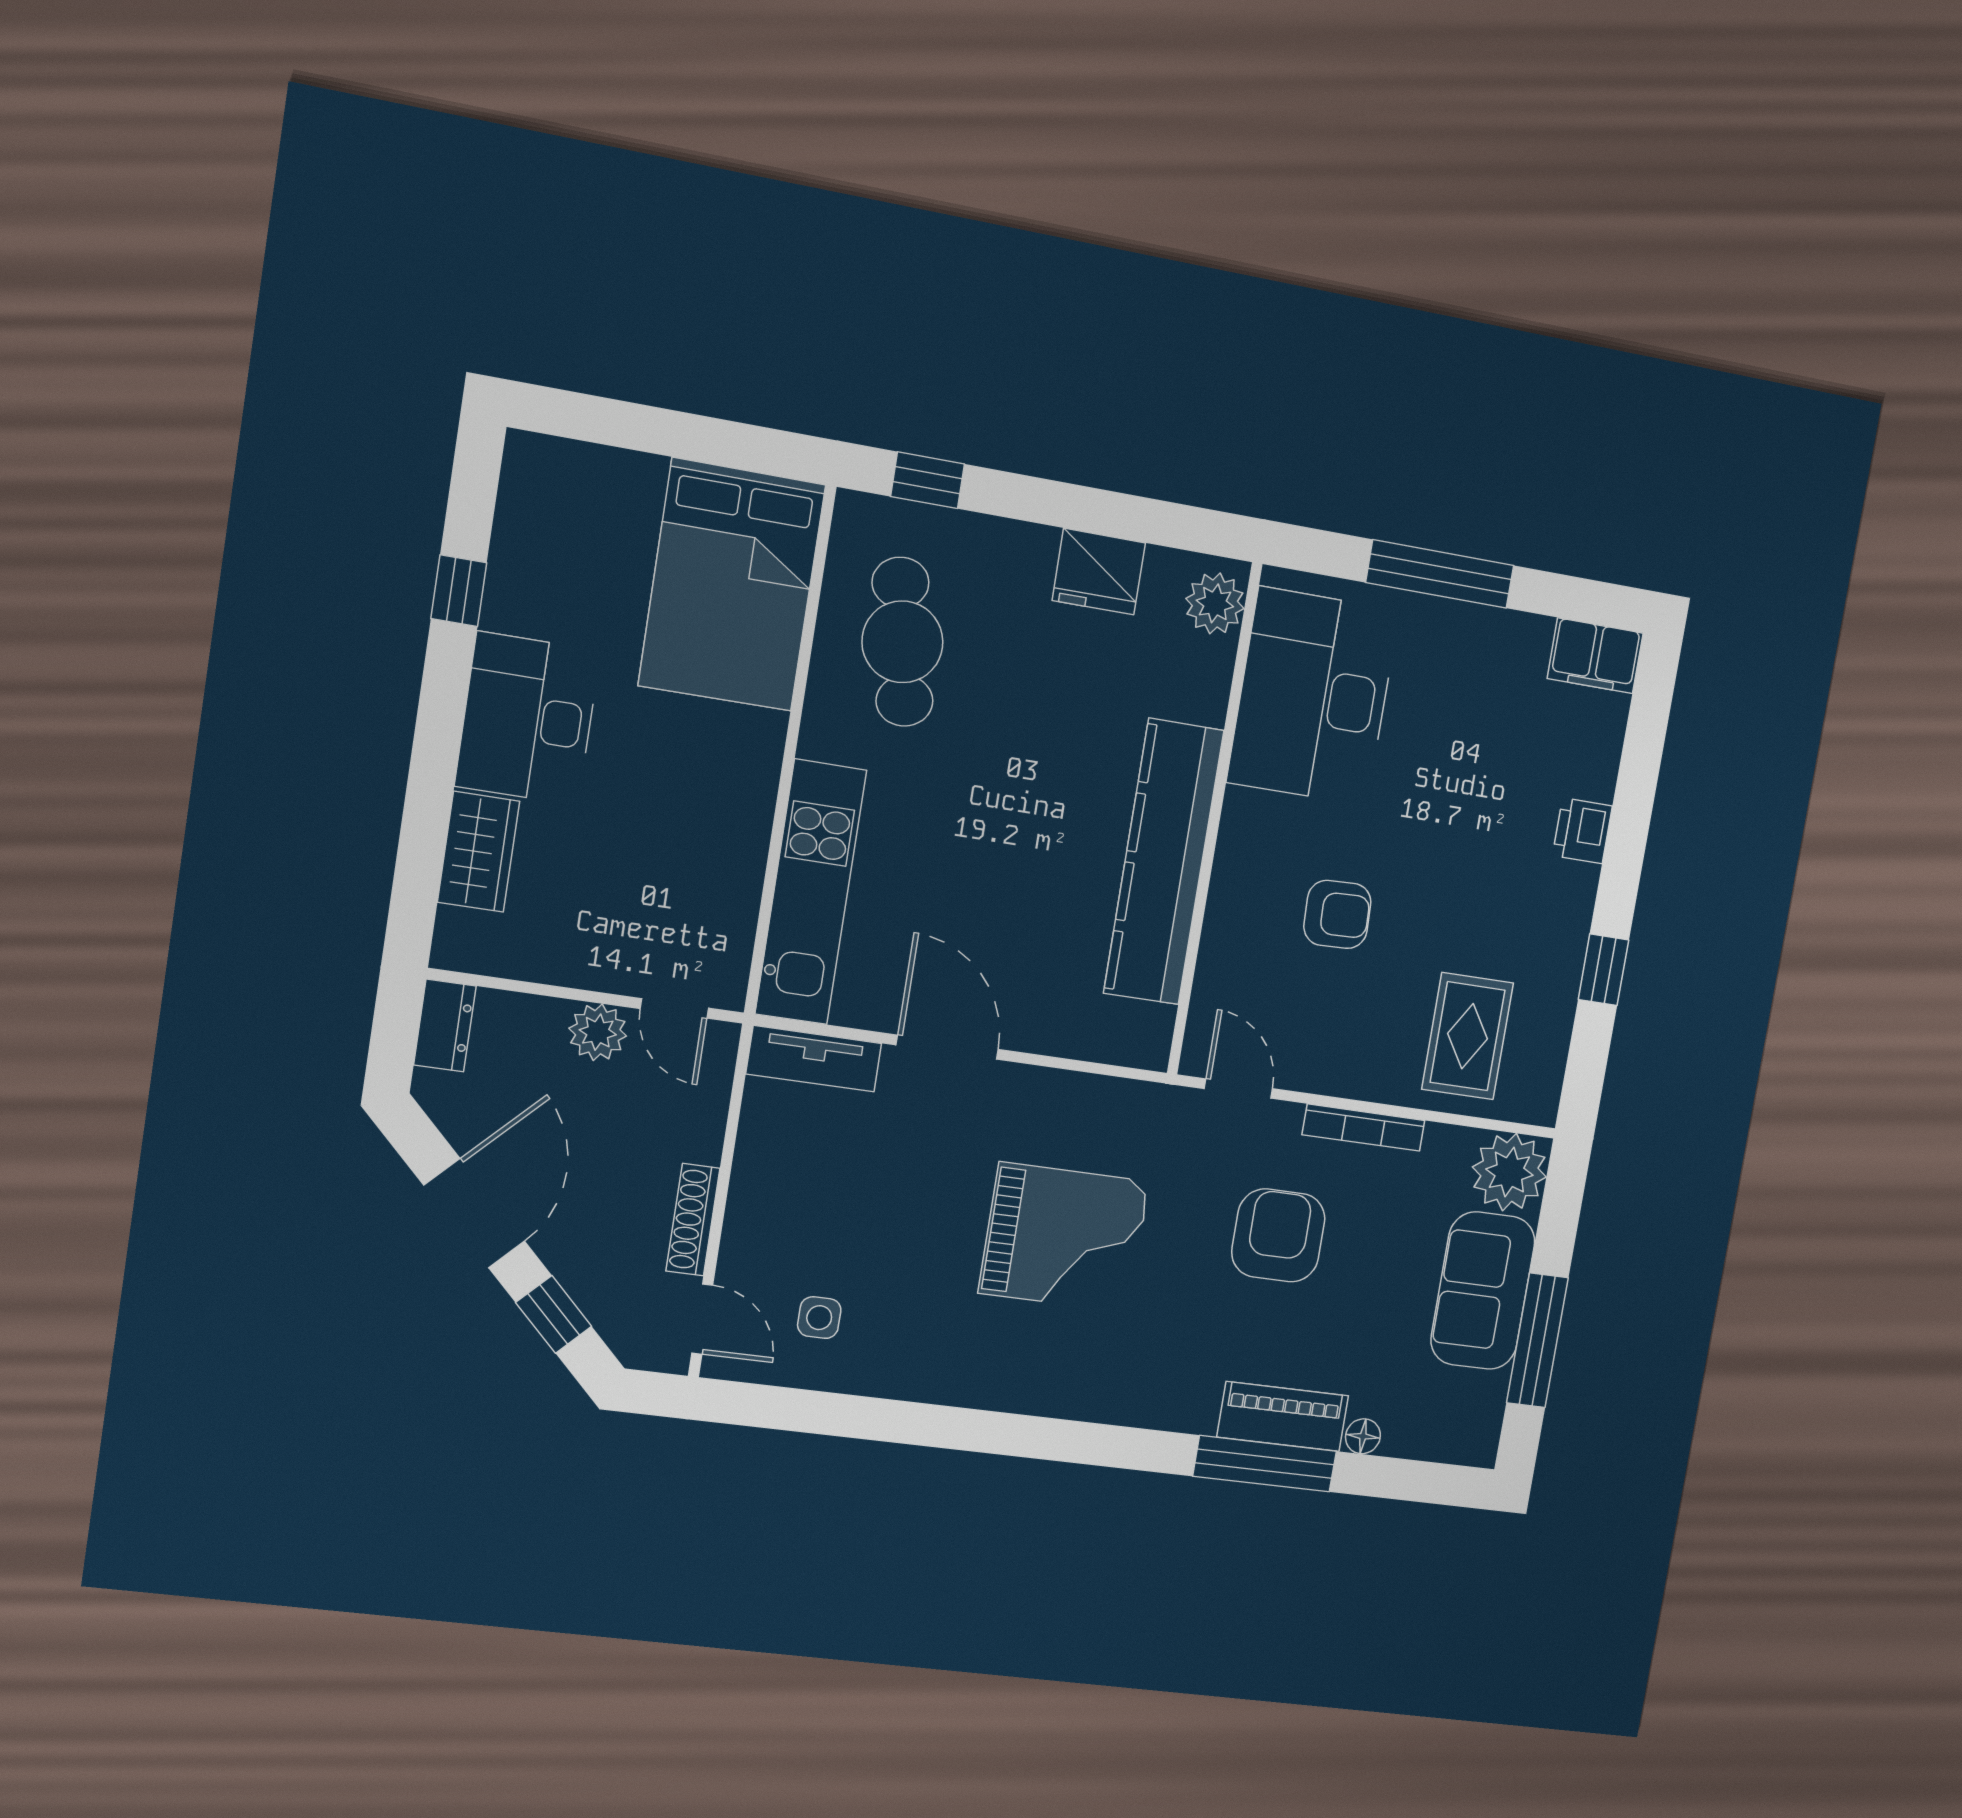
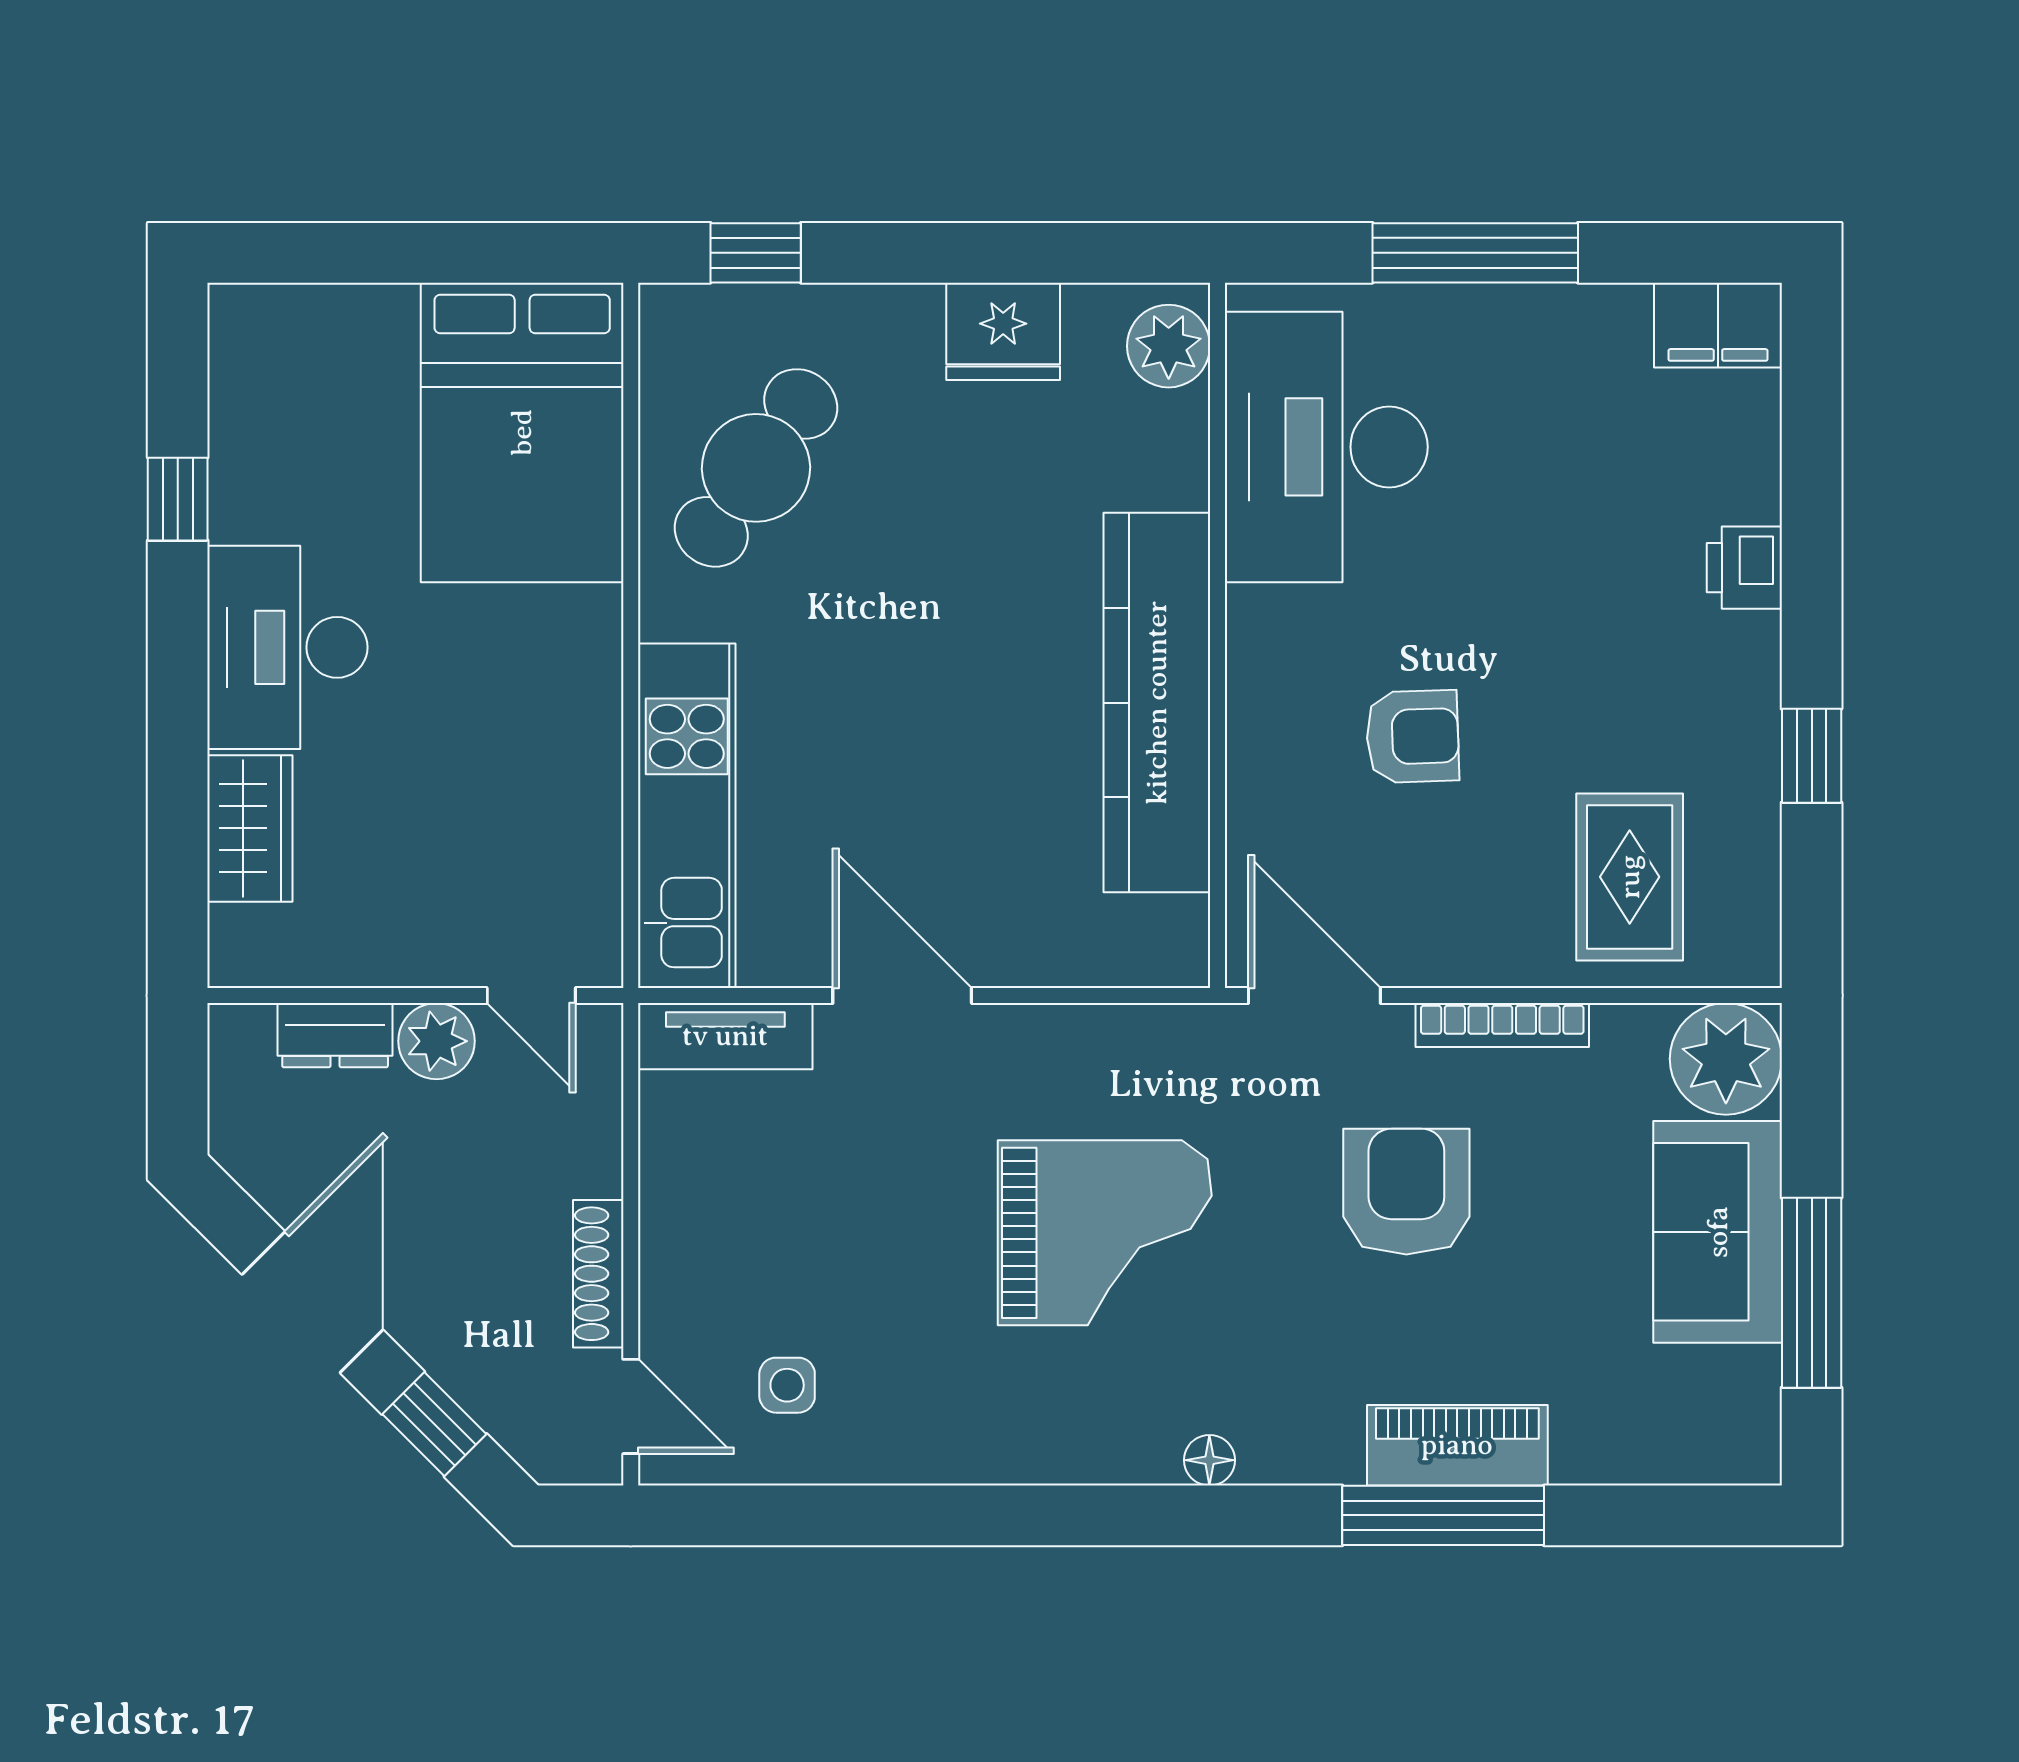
cafe table: (902, 642) -> (756, 468), turned 46
dresser: (445, 1025) -> (335, 1035), moved, turned 90
door: (1239, 1089) -> (1314, 995), width x1.38
floor lamp: (1363, 1436) -> (1209, 1460), moved

